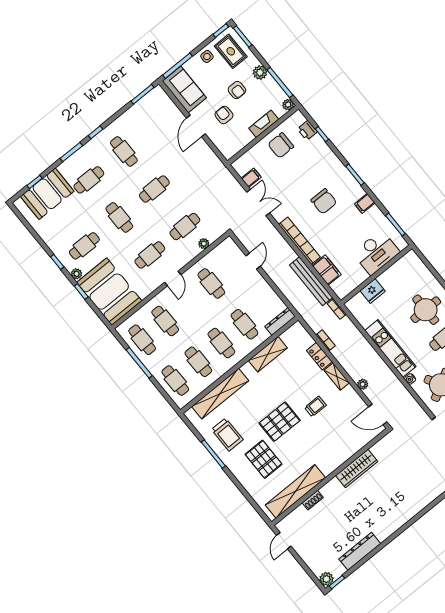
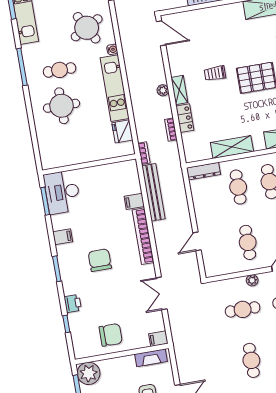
plant: (288, 105) -> (89, 373), width x1.88, depth x1.88
fireplace: (264, 124) -> (151, 358), moved
printer: (307, 130) -> (73, 303), moved
filing cabinet: (251, 178) -> (158, 339), moved
cafe table: (154, 189) -> (251, 360), turned 90
plant: (204, 244) -> (252, 280), moved
desk: (376, 253) -> (62, 192), moved, turned -90
filing cabinet: (327, 270) -> (134, 201), width x0.50
fridge: (373, 291) -> (122, 131), moved, turned -90
plant: (363, 384) -> (163, 90), moved

